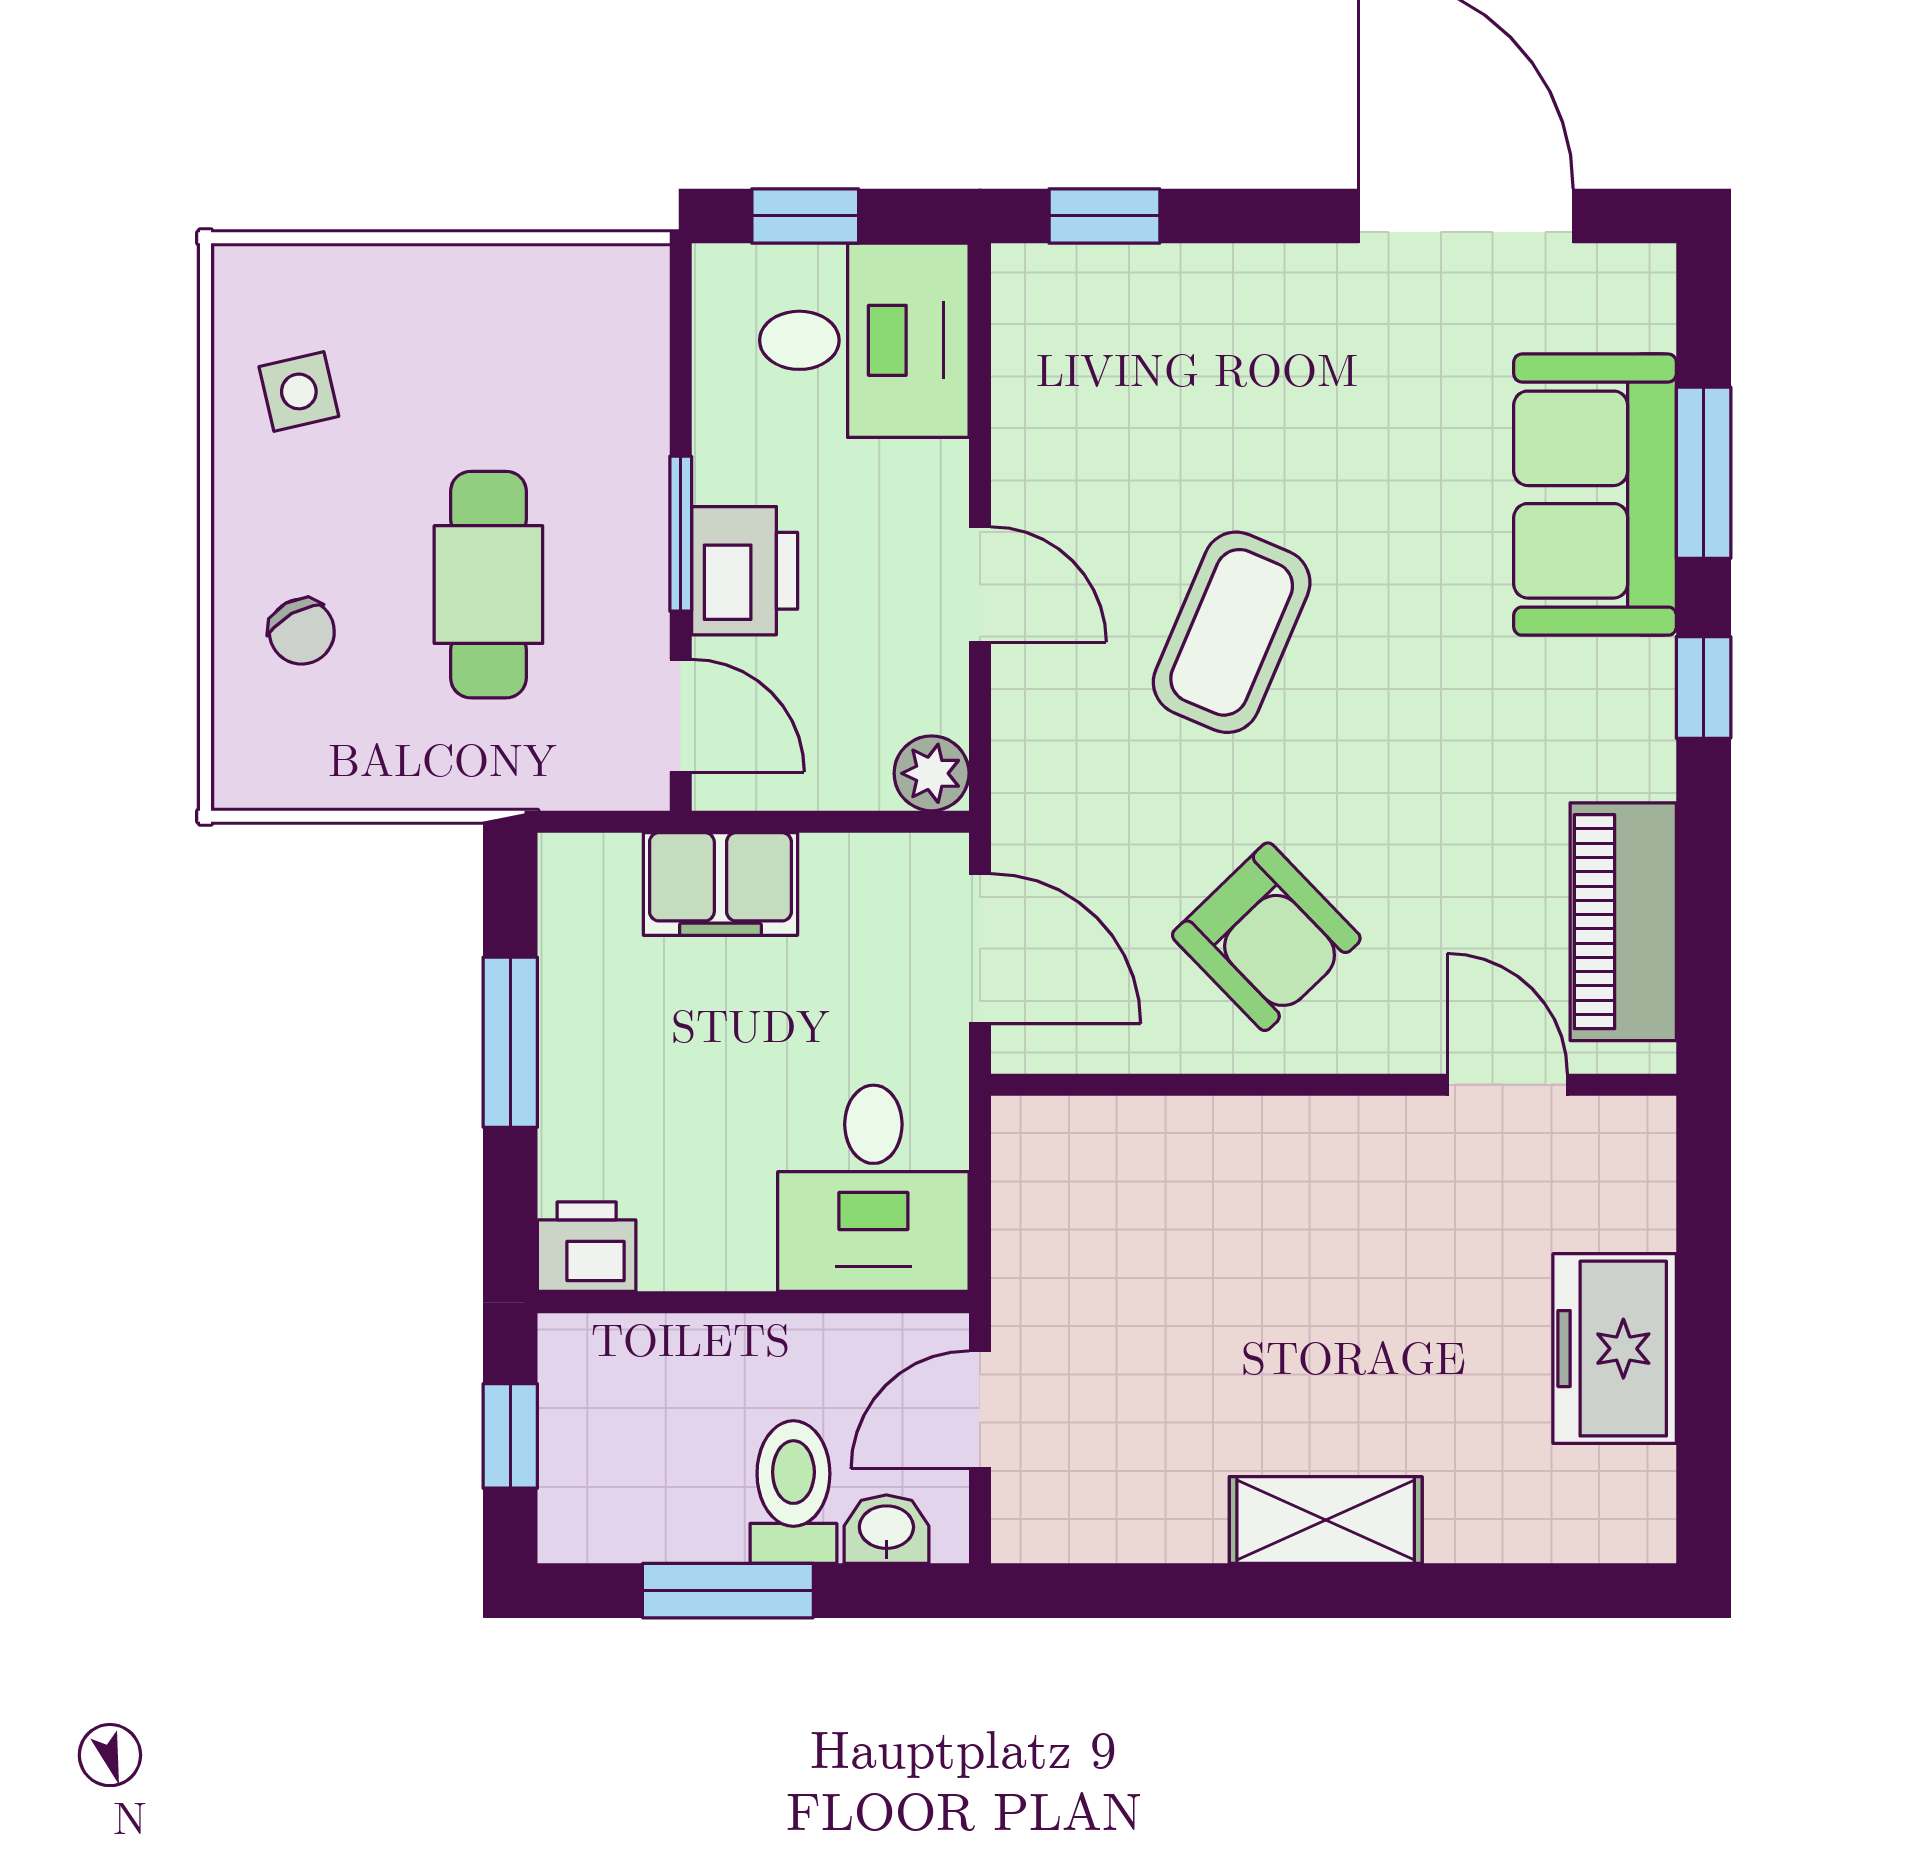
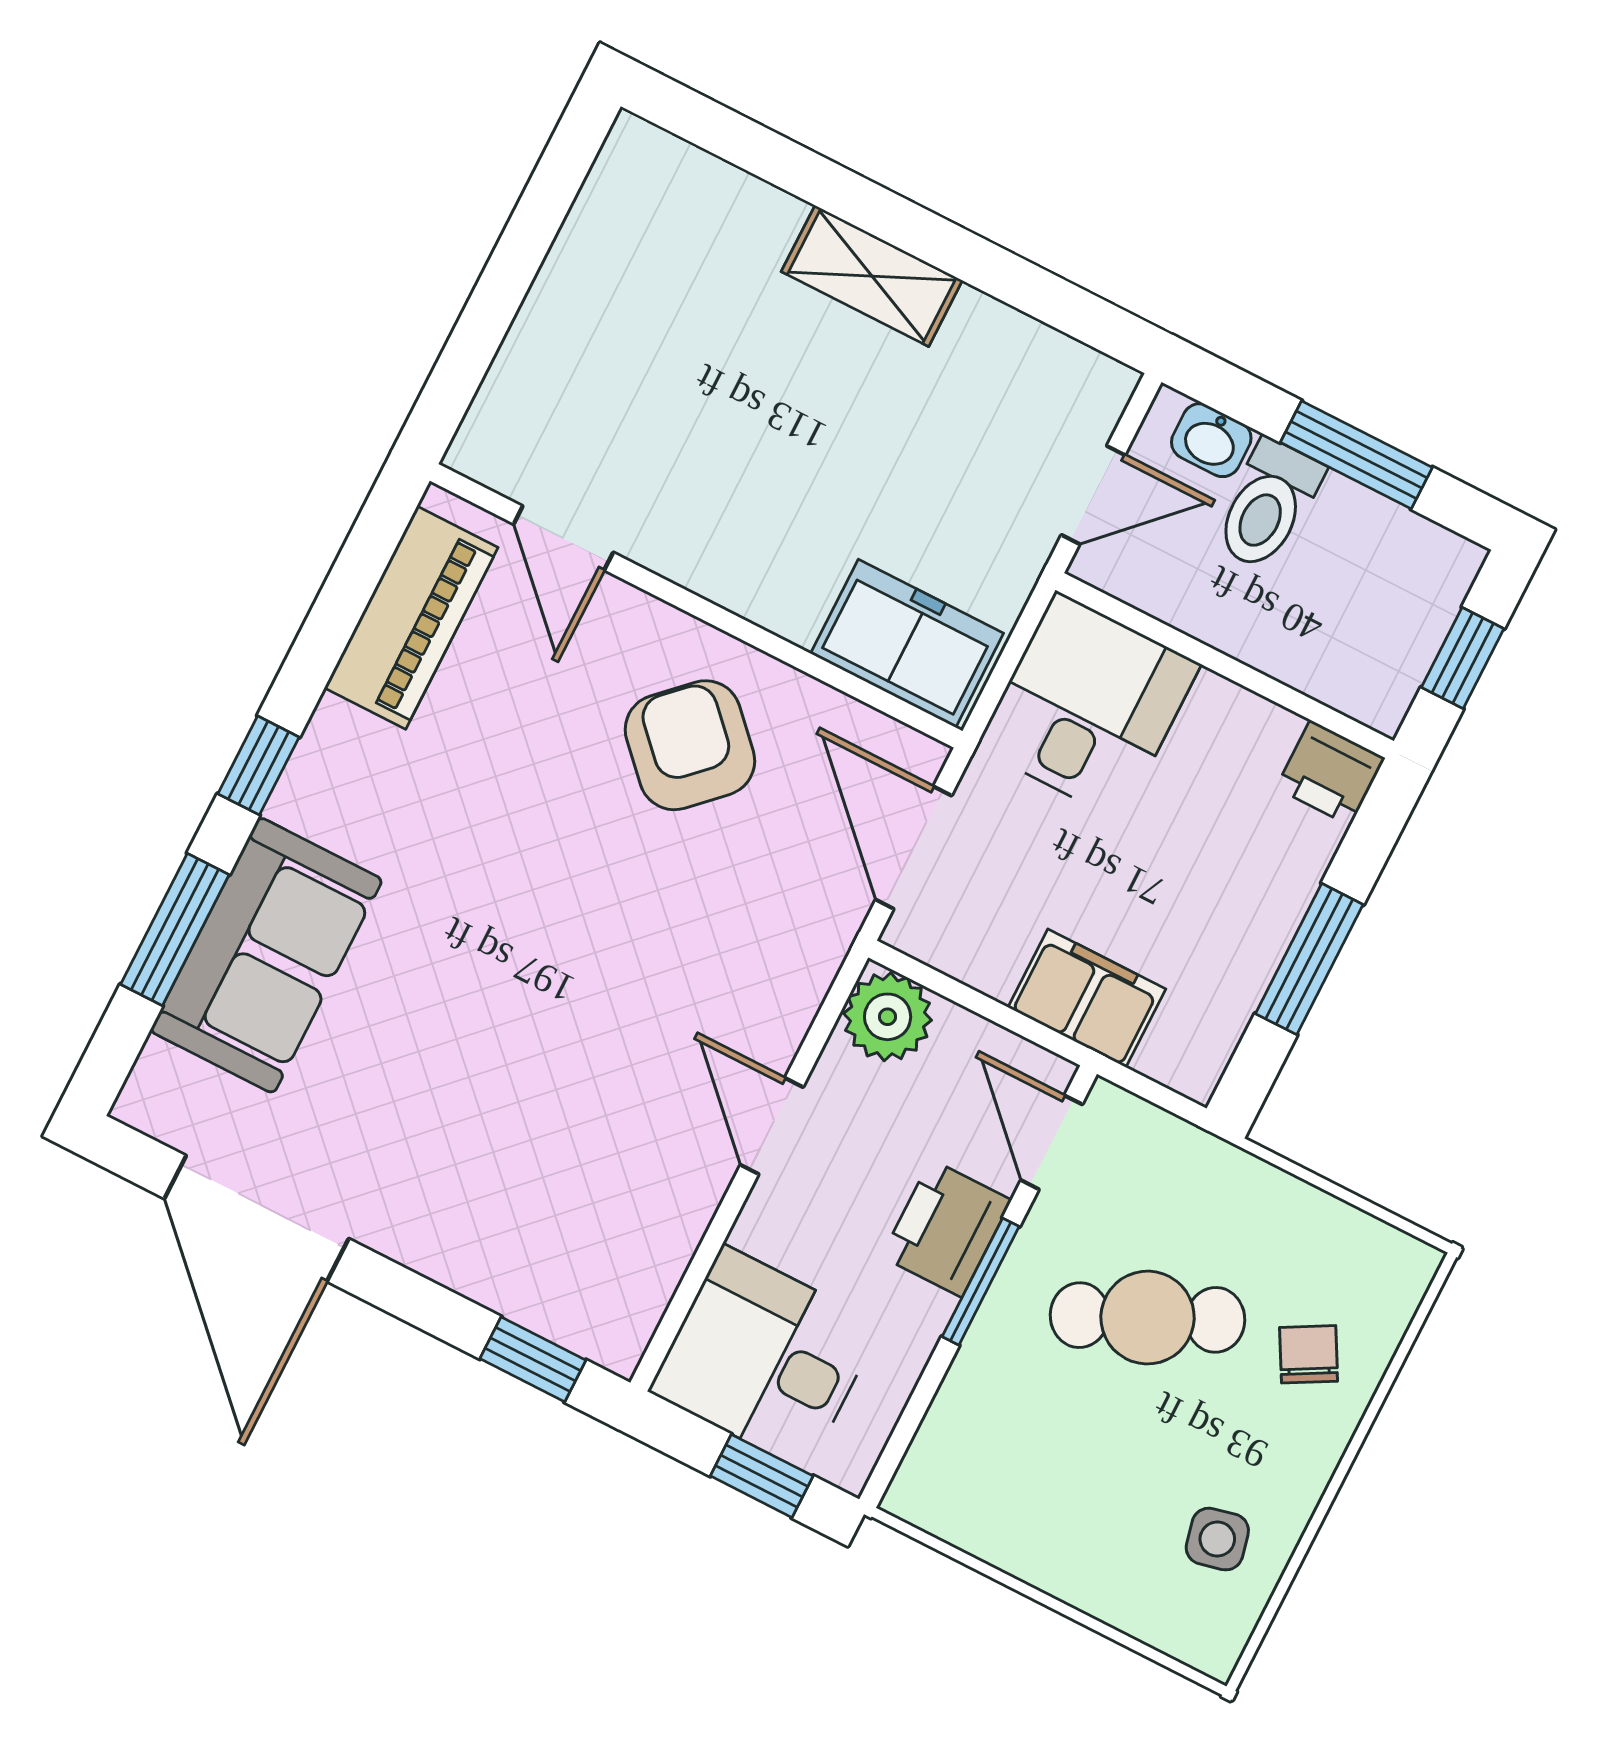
cafe table: (488, 585) -> (1148, 1318), turned 65
coffee table: (1232, 632) -> (598, 991), removed
plant: (932, 773) -> (888, 1017), width x1.38, depth x1.38
freezer: (1615, 1349) -> (907, 643), moved, turned -90

